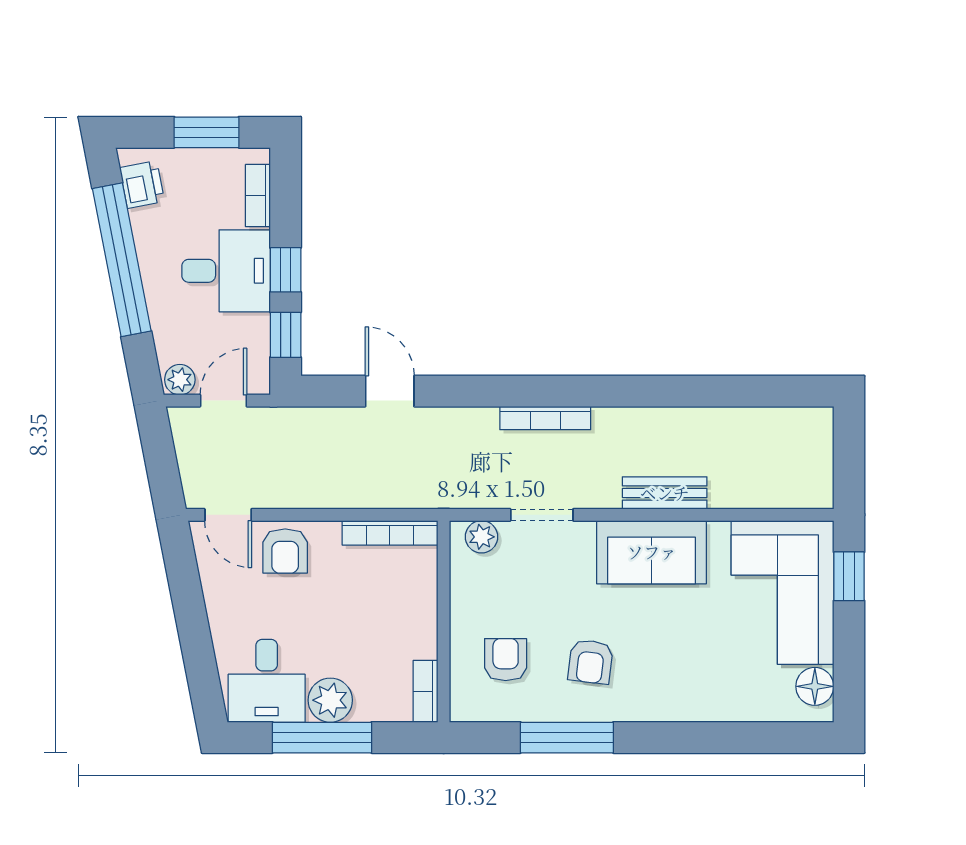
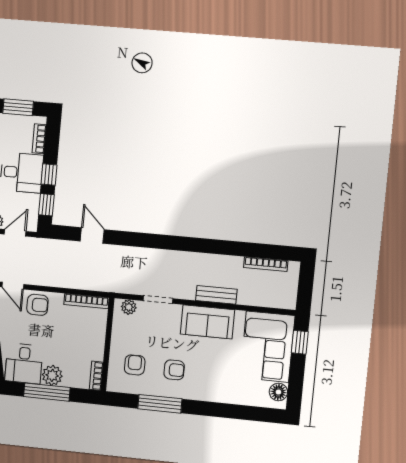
bookcase: (545, 418) -> (266, 264), moved
armchair: (285, 551) -> (37, 305), turned -90
armchair: (591, 662) -> (174, 370), turned -97

